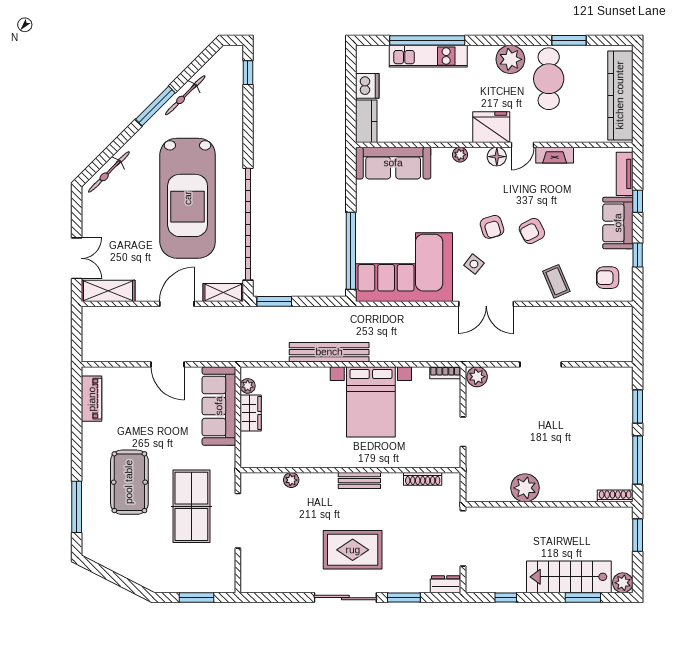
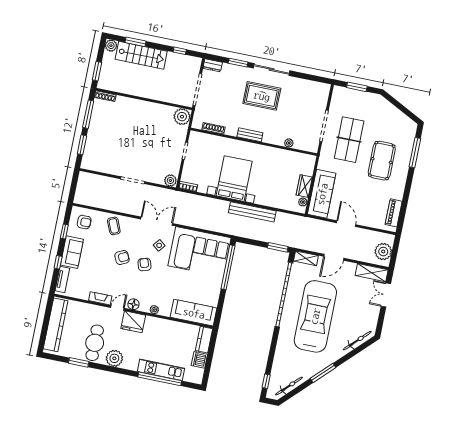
bicycle: (185, 95) -> (289, 386), moved
plant: (96, 330) -> (383, 252), added
plant: (525, 488) -> (182, 117), moved

